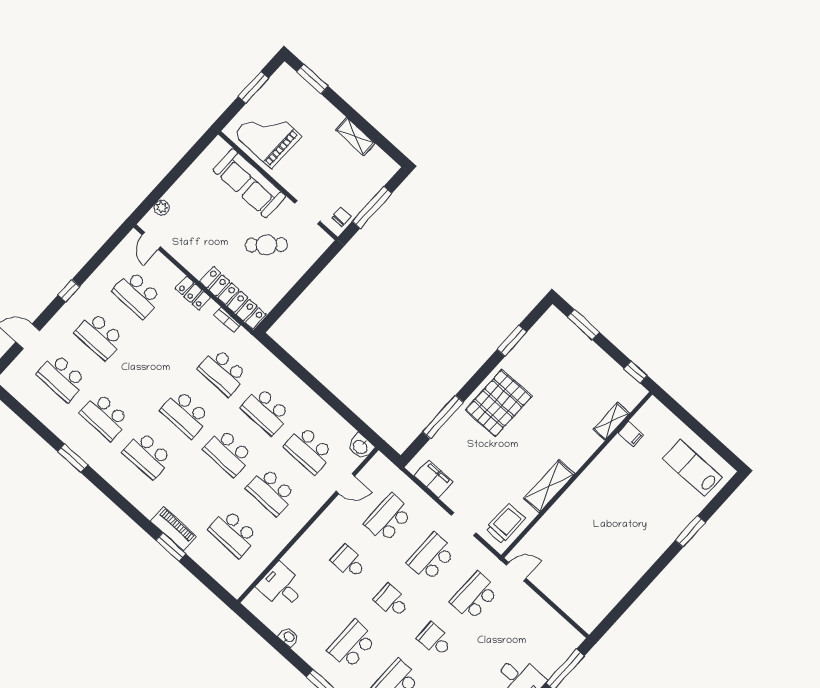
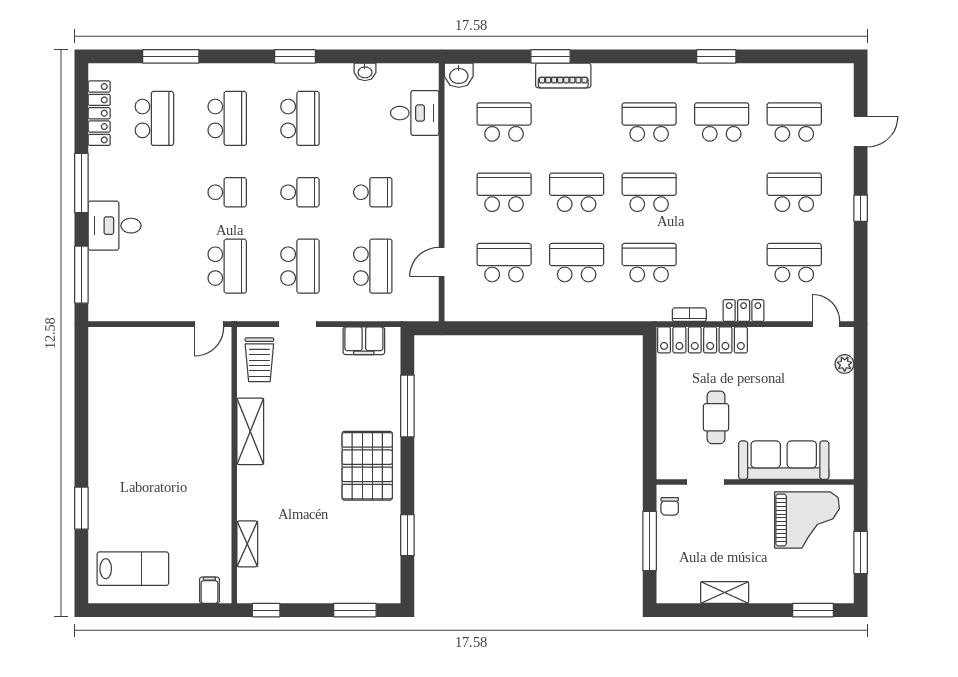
cafe table: (266, 245) -> (716, 417), turned -47
filing cabinet: (631, 434) -> (209, 590), moved, turned 90
washbasin: (361, 447) -> (459, 75), moved, turned 180

